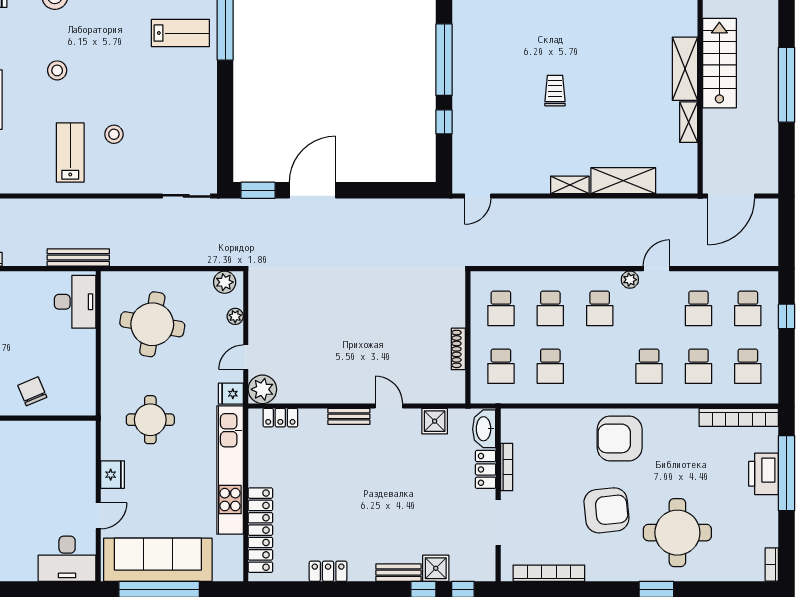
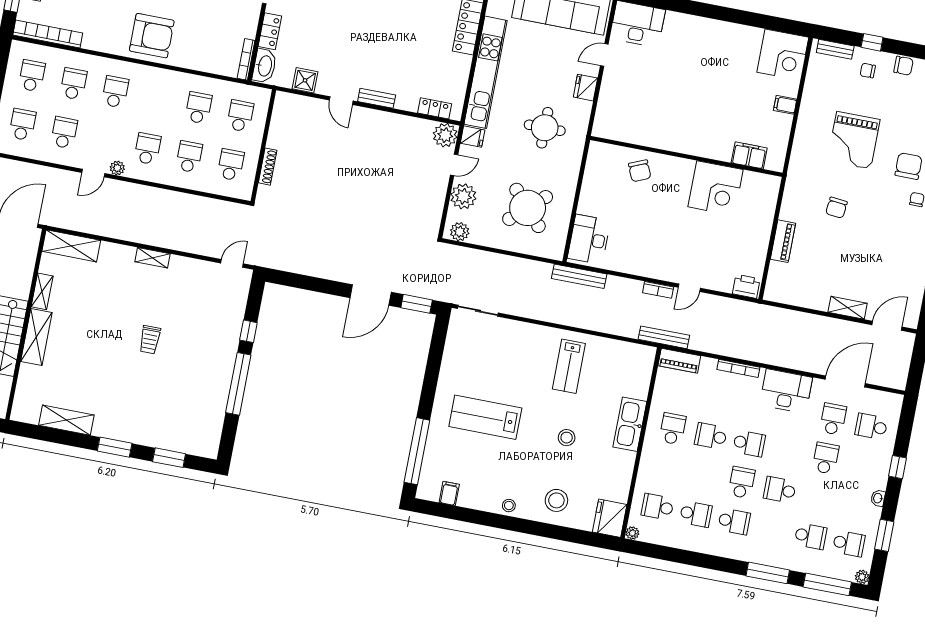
lab bench: (180, 33) -> (485, 417), moved, width x1.36, depth x1.39
stool: (114, 134) -> (529, 375), removed
shelving: (623, 181) -> (71, 246), moved
plant: (235, 316) -> (463, 196), width x1.88, depth x1.88
round table: (152, 324) -> (528, 208), turned 38
shoe rack: (458, 349) -> (268, 167), moved
bookcase: (507, 467) -> (246, 59), moved

